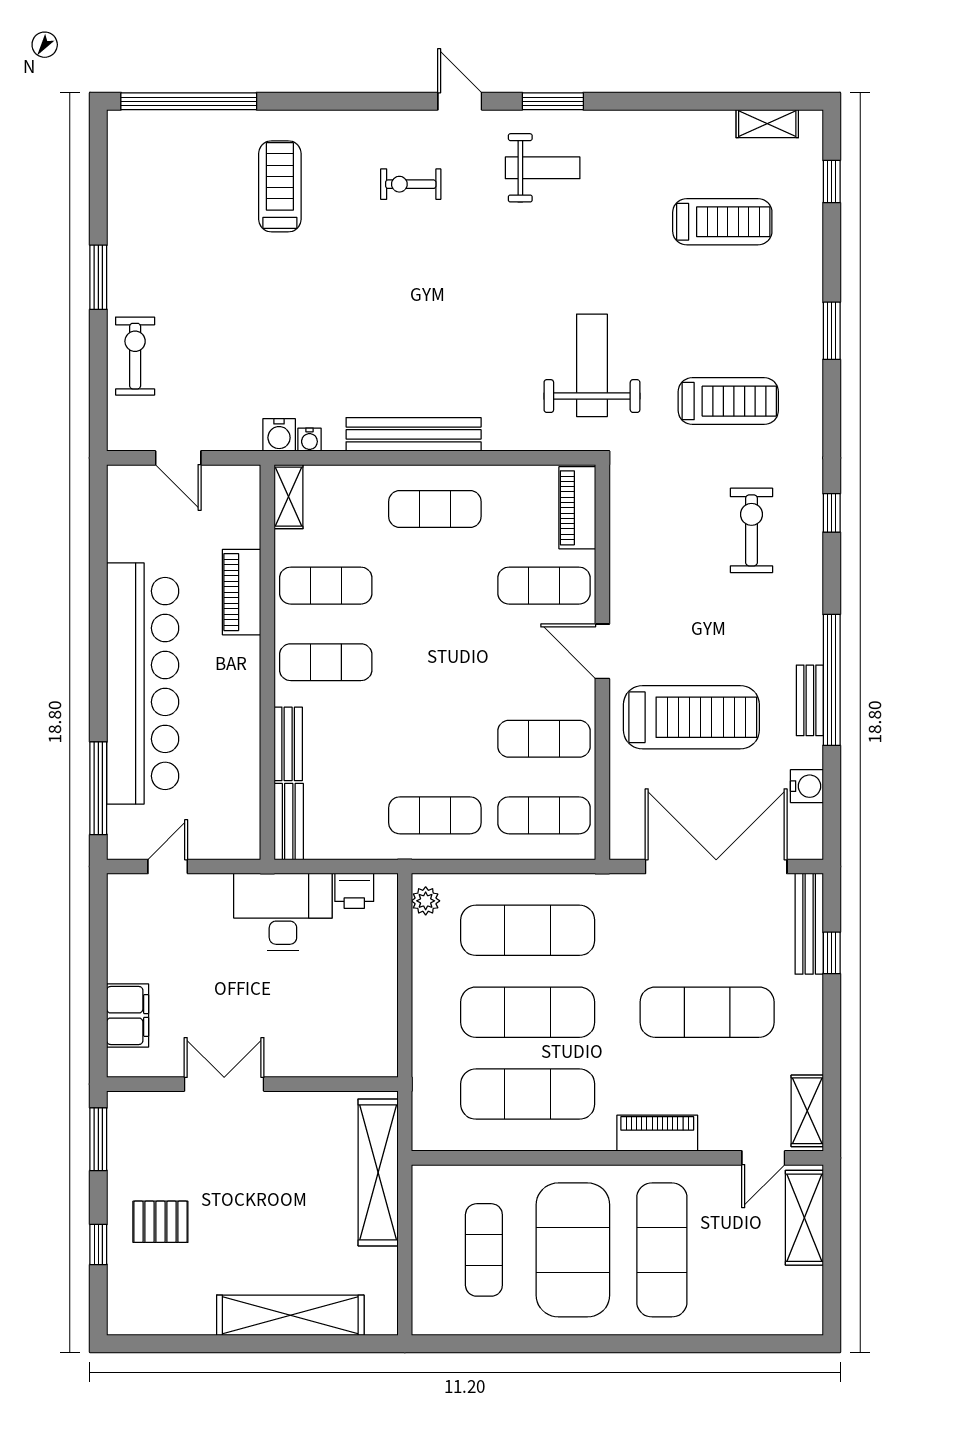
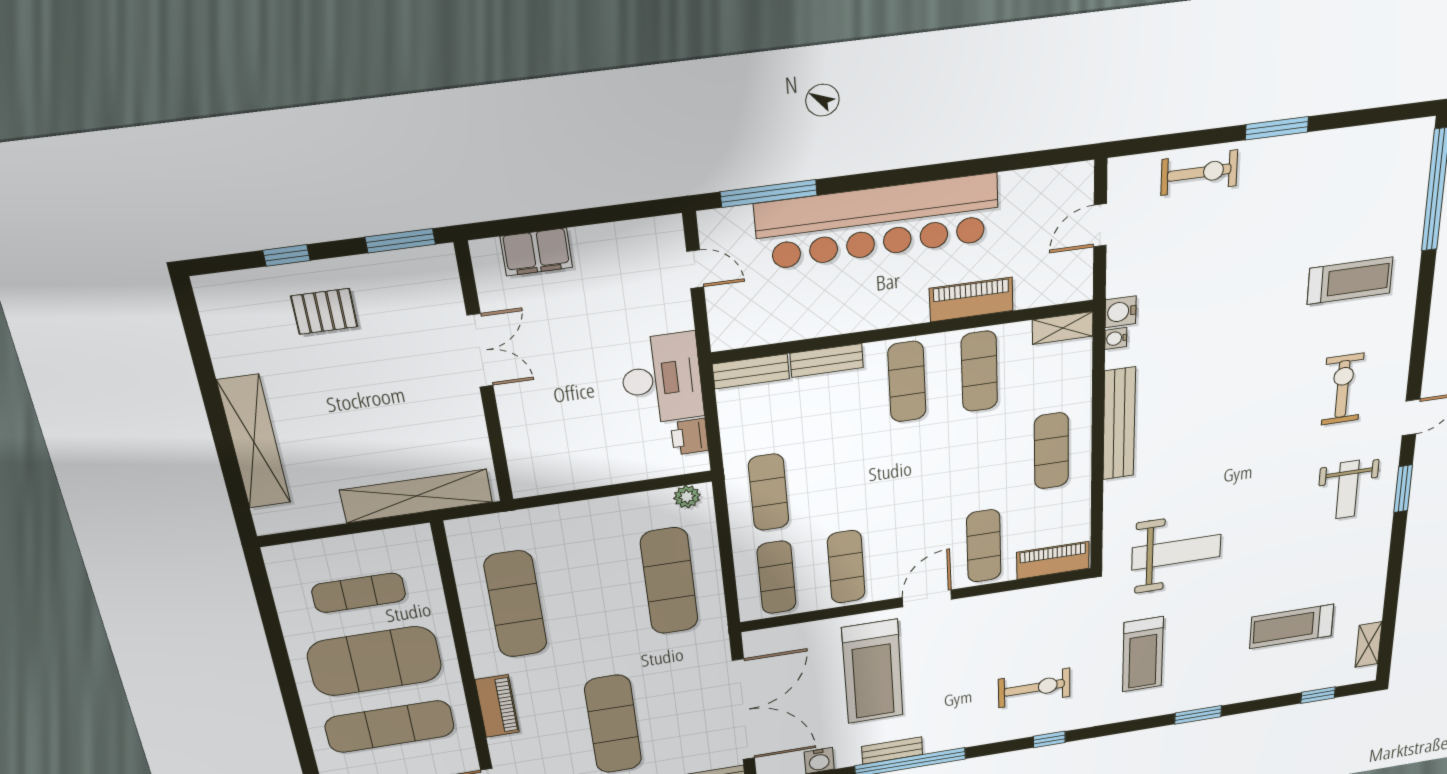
exercise bike: (411, 184) -> (1343, 389), width x1.38, depth x1.39
treadmill: (722, 222) -> (1292, 627), turned 90
exercise mat: (528, 1012) -> (593, 593), removed
pallet: (160, 1222) -> (324, 311), turned 90

